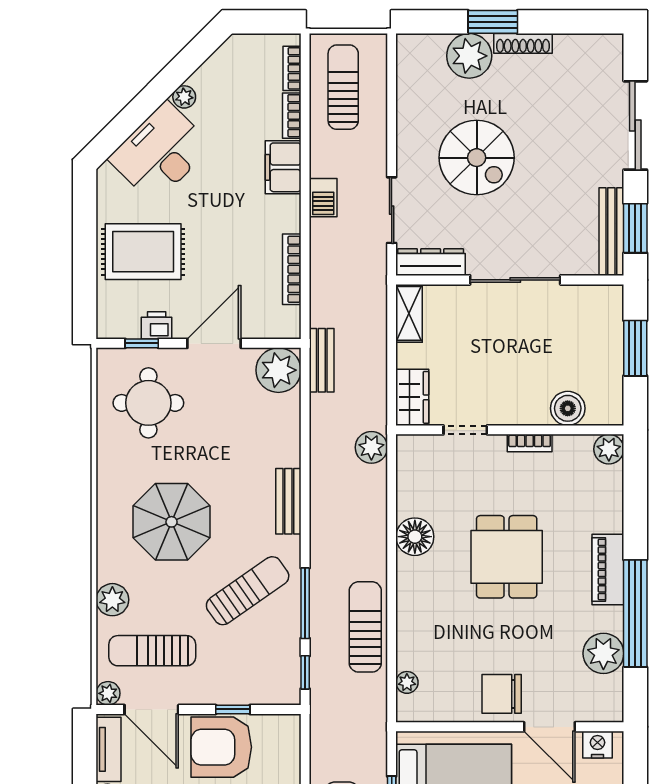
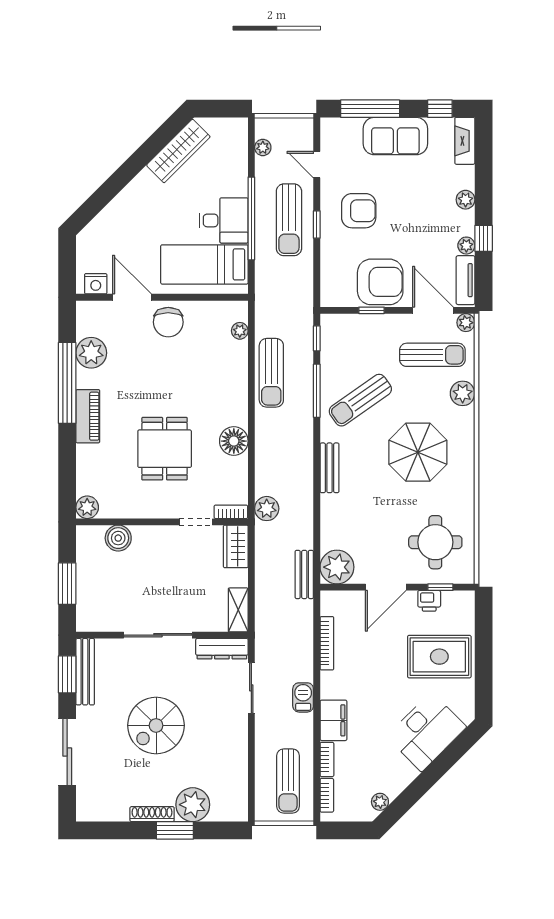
plant: (184, 97) -> (380, 802), moved
spiral stairs: (477, 158) -> (156, 725), moved, turned -90
bookcase: (530, 443) -> (231, 512), moved
dining table: (507, 557) -> (165, 449), moved
chair: (502, 694) -> (168, 322), turned 90

